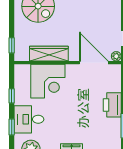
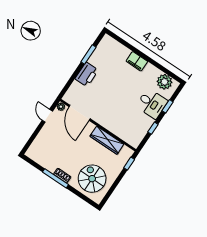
corner desk: (48, 81) -> (121, 121), removed

